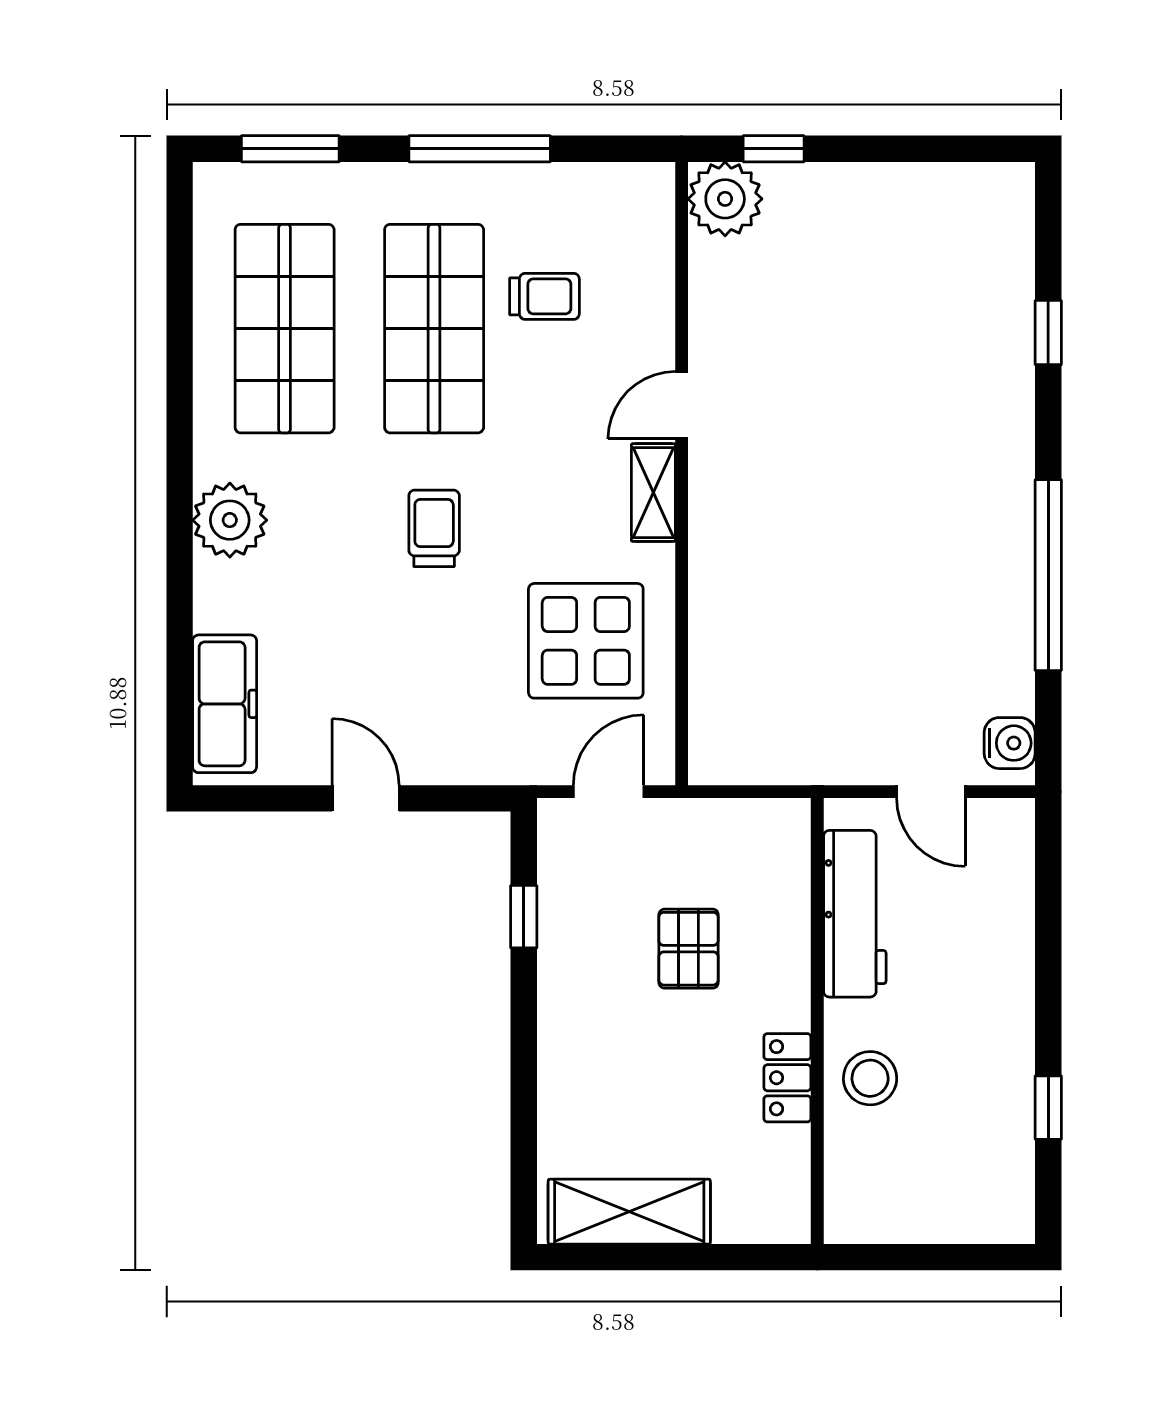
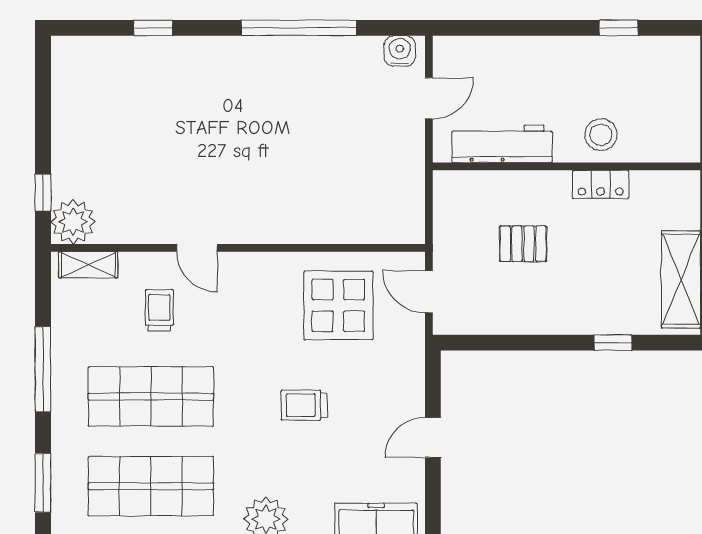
trolley: (544, 296) -> (159, 310), moved
shelving: (653, 493) -> (88, 265), moved
trolley: (434, 528) -> (304, 405), moved
window: (524, 917) -> (613, 343), moved

